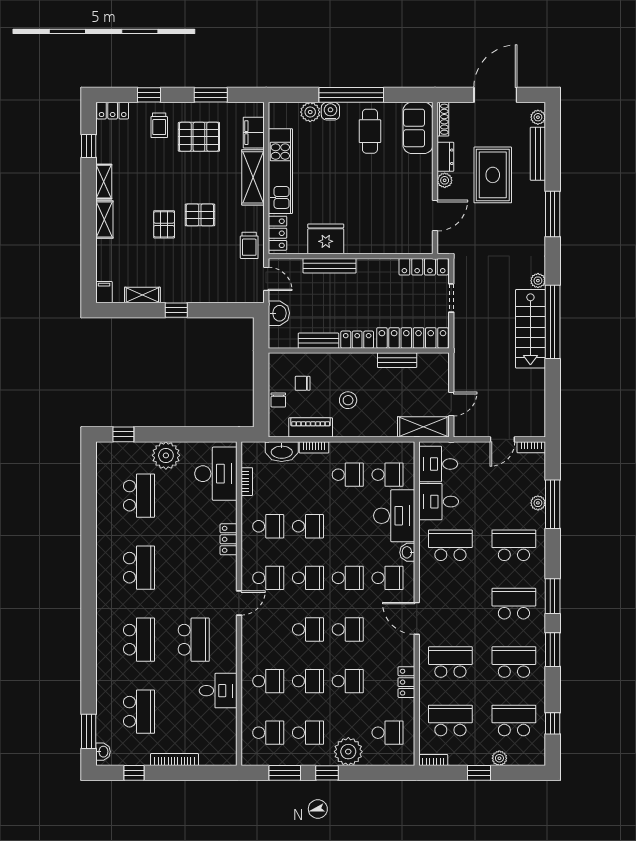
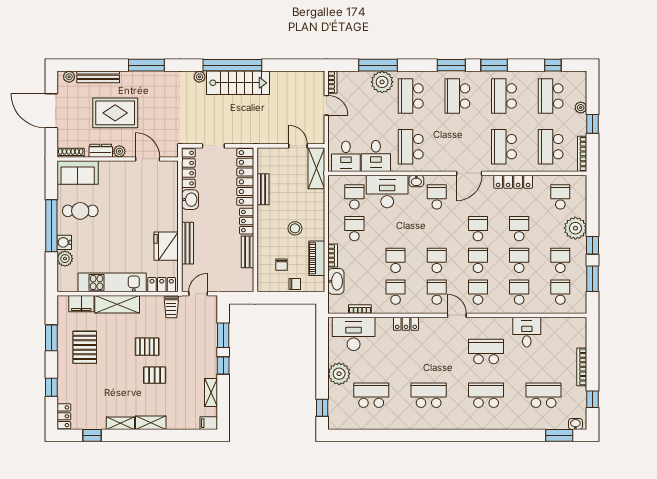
trolley: (159, 125) -> (76, 379), removed
pallet: (200, 215) -> (147, 347), turned 90
trolley: (249, 245) -> (171, 307), turned 90
window: (214, 310) -> (223, 335), added
washbasin: (279, 313) -> (190, 200), moved, turned 90
plant: (538, 503) -> (382, 82), width x1.88, depth x1.88
school desk: (348, 578) -> (478, 292), moved
locker: (406, 682) -> (513, 182), width x1.53
bookcase: (433, 760) -> (582, 154), width x1.56

